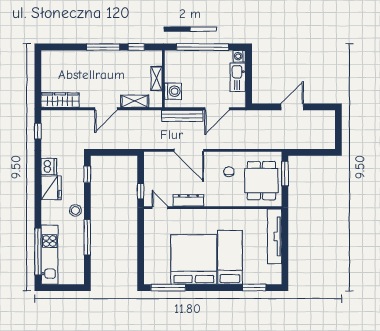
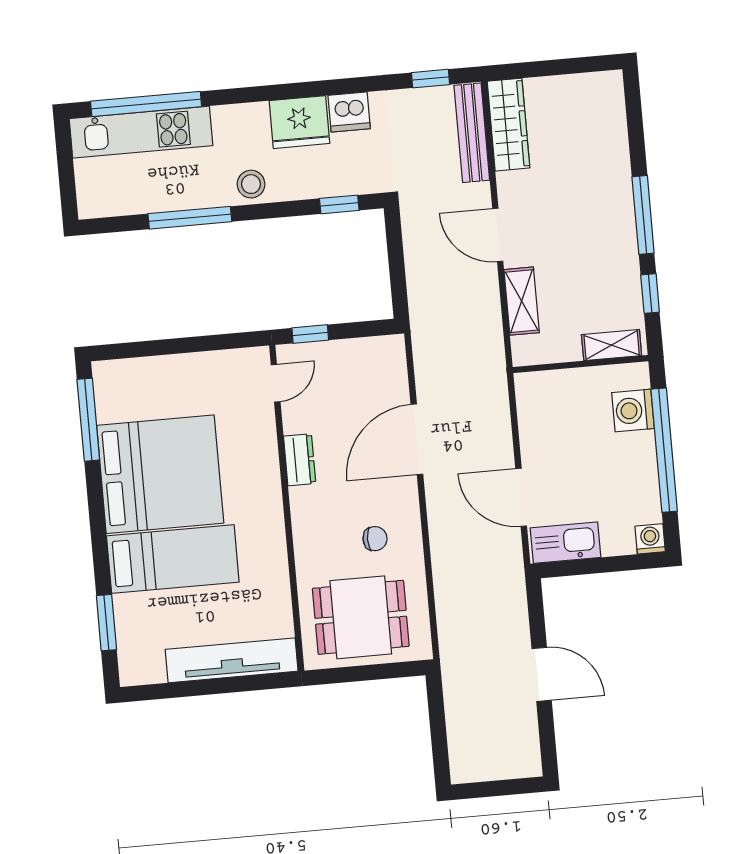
kitchen sink: (238, 77) -> (566, 543), moved
shelving: (157, 78) -> (612, 345), moved
washing machine: (173, 91) -> (633, 411), moved, turned 90
bench: (182, 116) -> (472, 133), moved
window: (285, 174) -> (382, 671), removed
dresser: (188, 200) -> (300, 460), width x0.70

